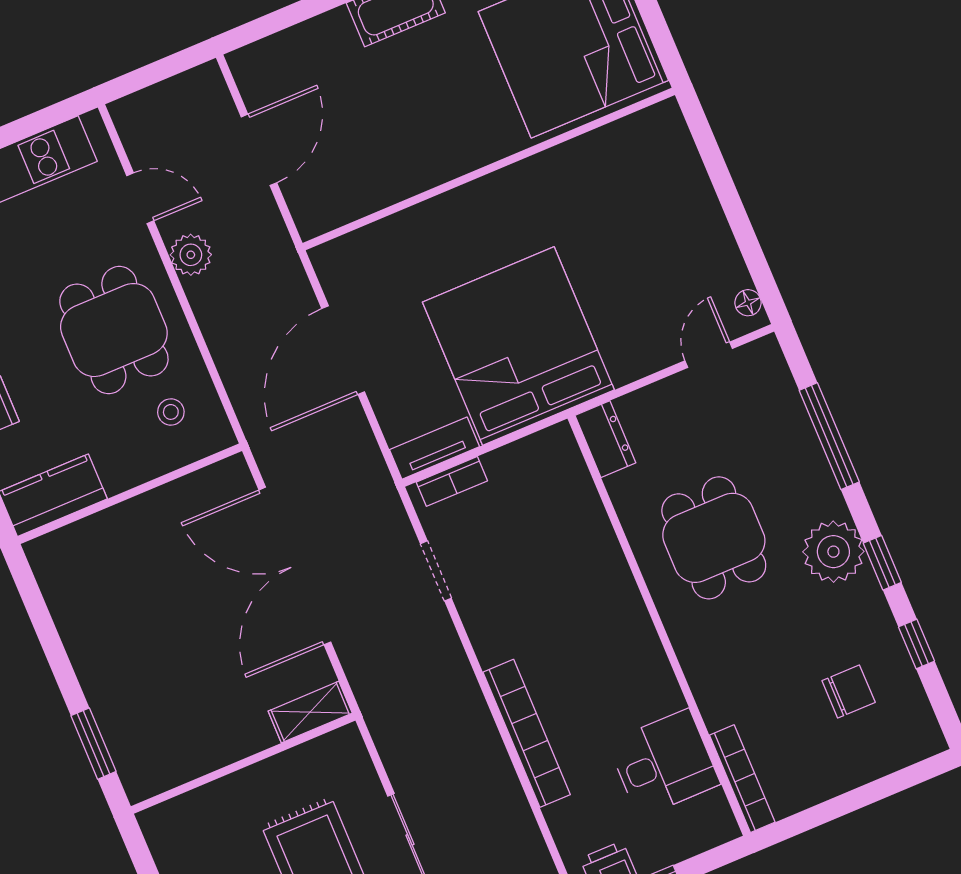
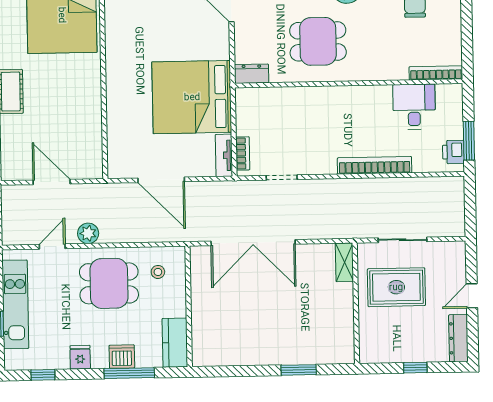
shelving: (310, 712) -> (344, 262), moved
wall: (243, 763) -> (356, 303), moved

